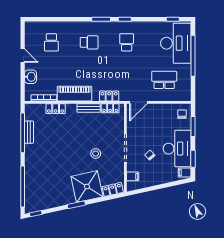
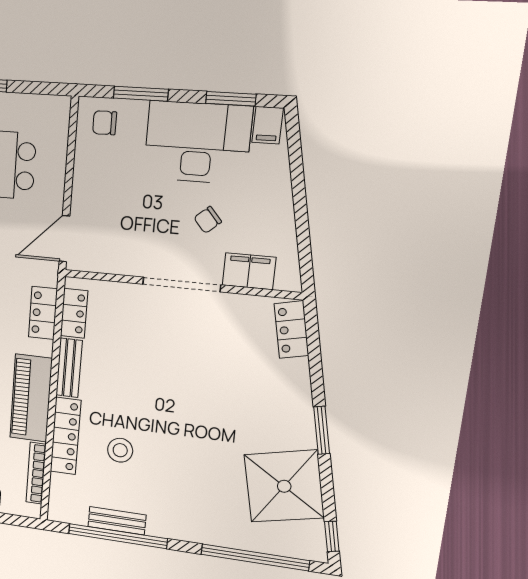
door: (138, 102) -> (64, 239), swing flipped
locker: (56, 109) -> (65, 436), width x1.53
stool: (96, 154) -> (120, 450), moved
filing cabinet: (133, 176) -> (249, 271), width x2.00
shower: (87, 187) -> (284, 486), moved

